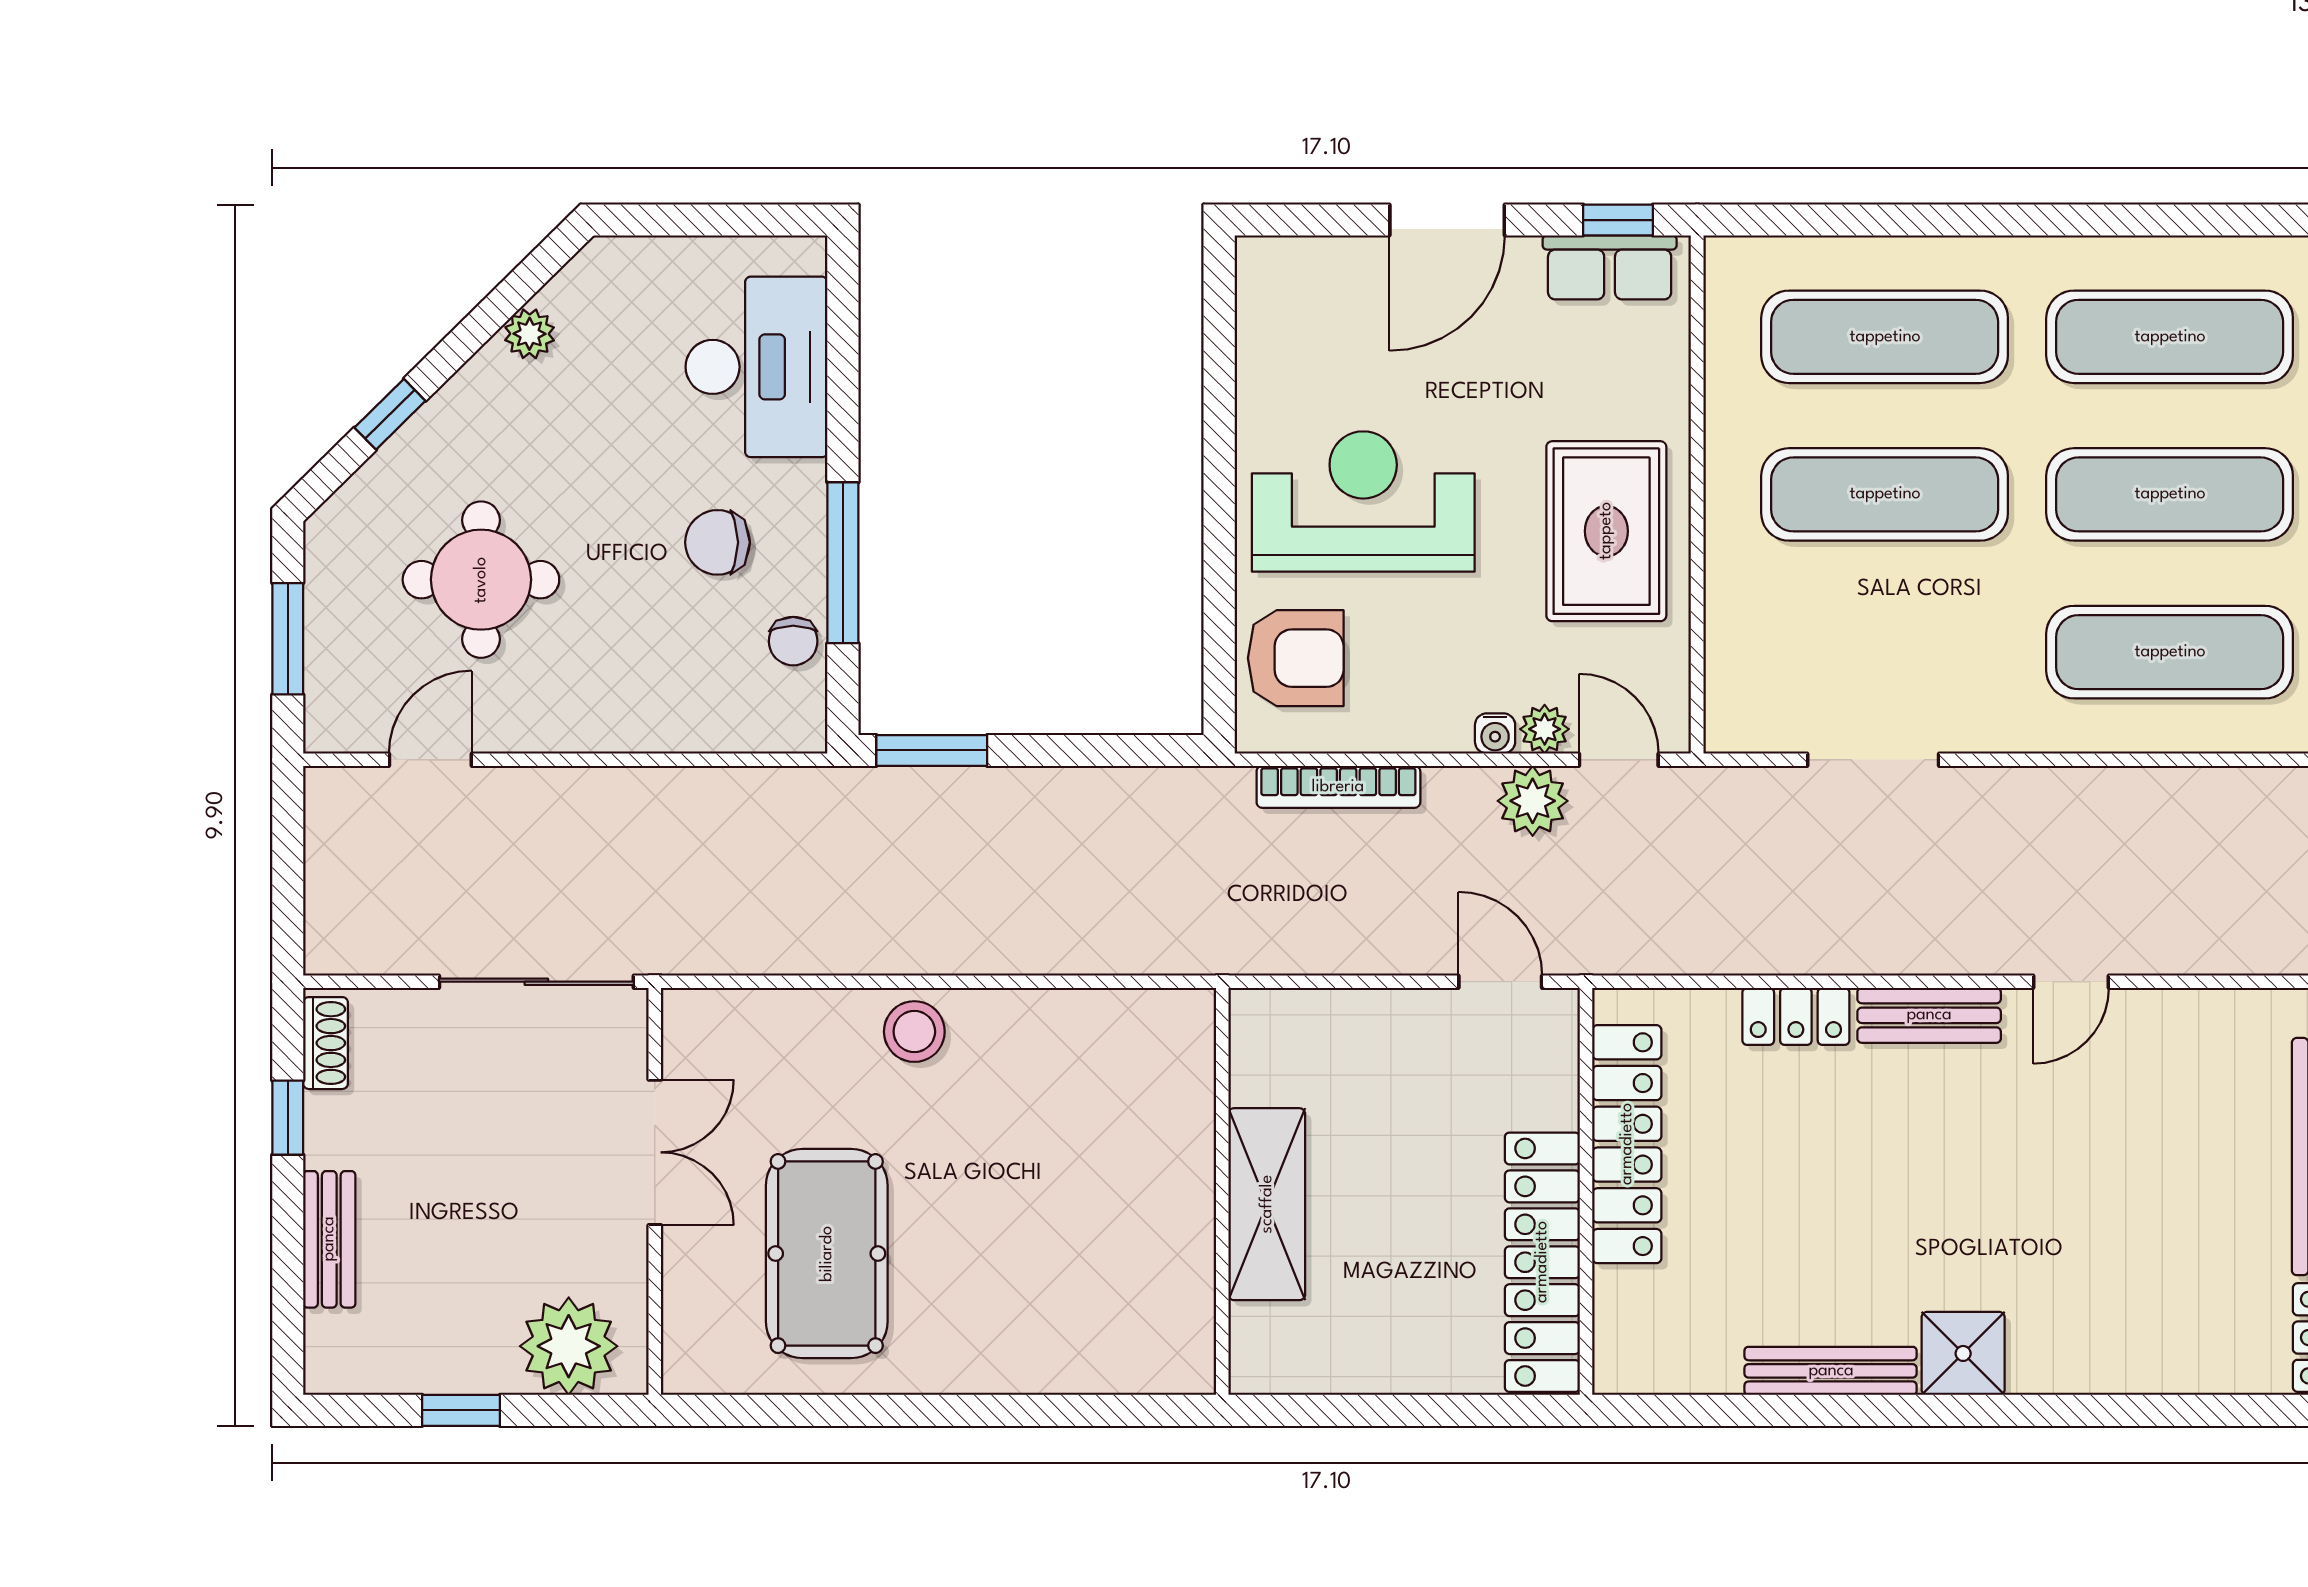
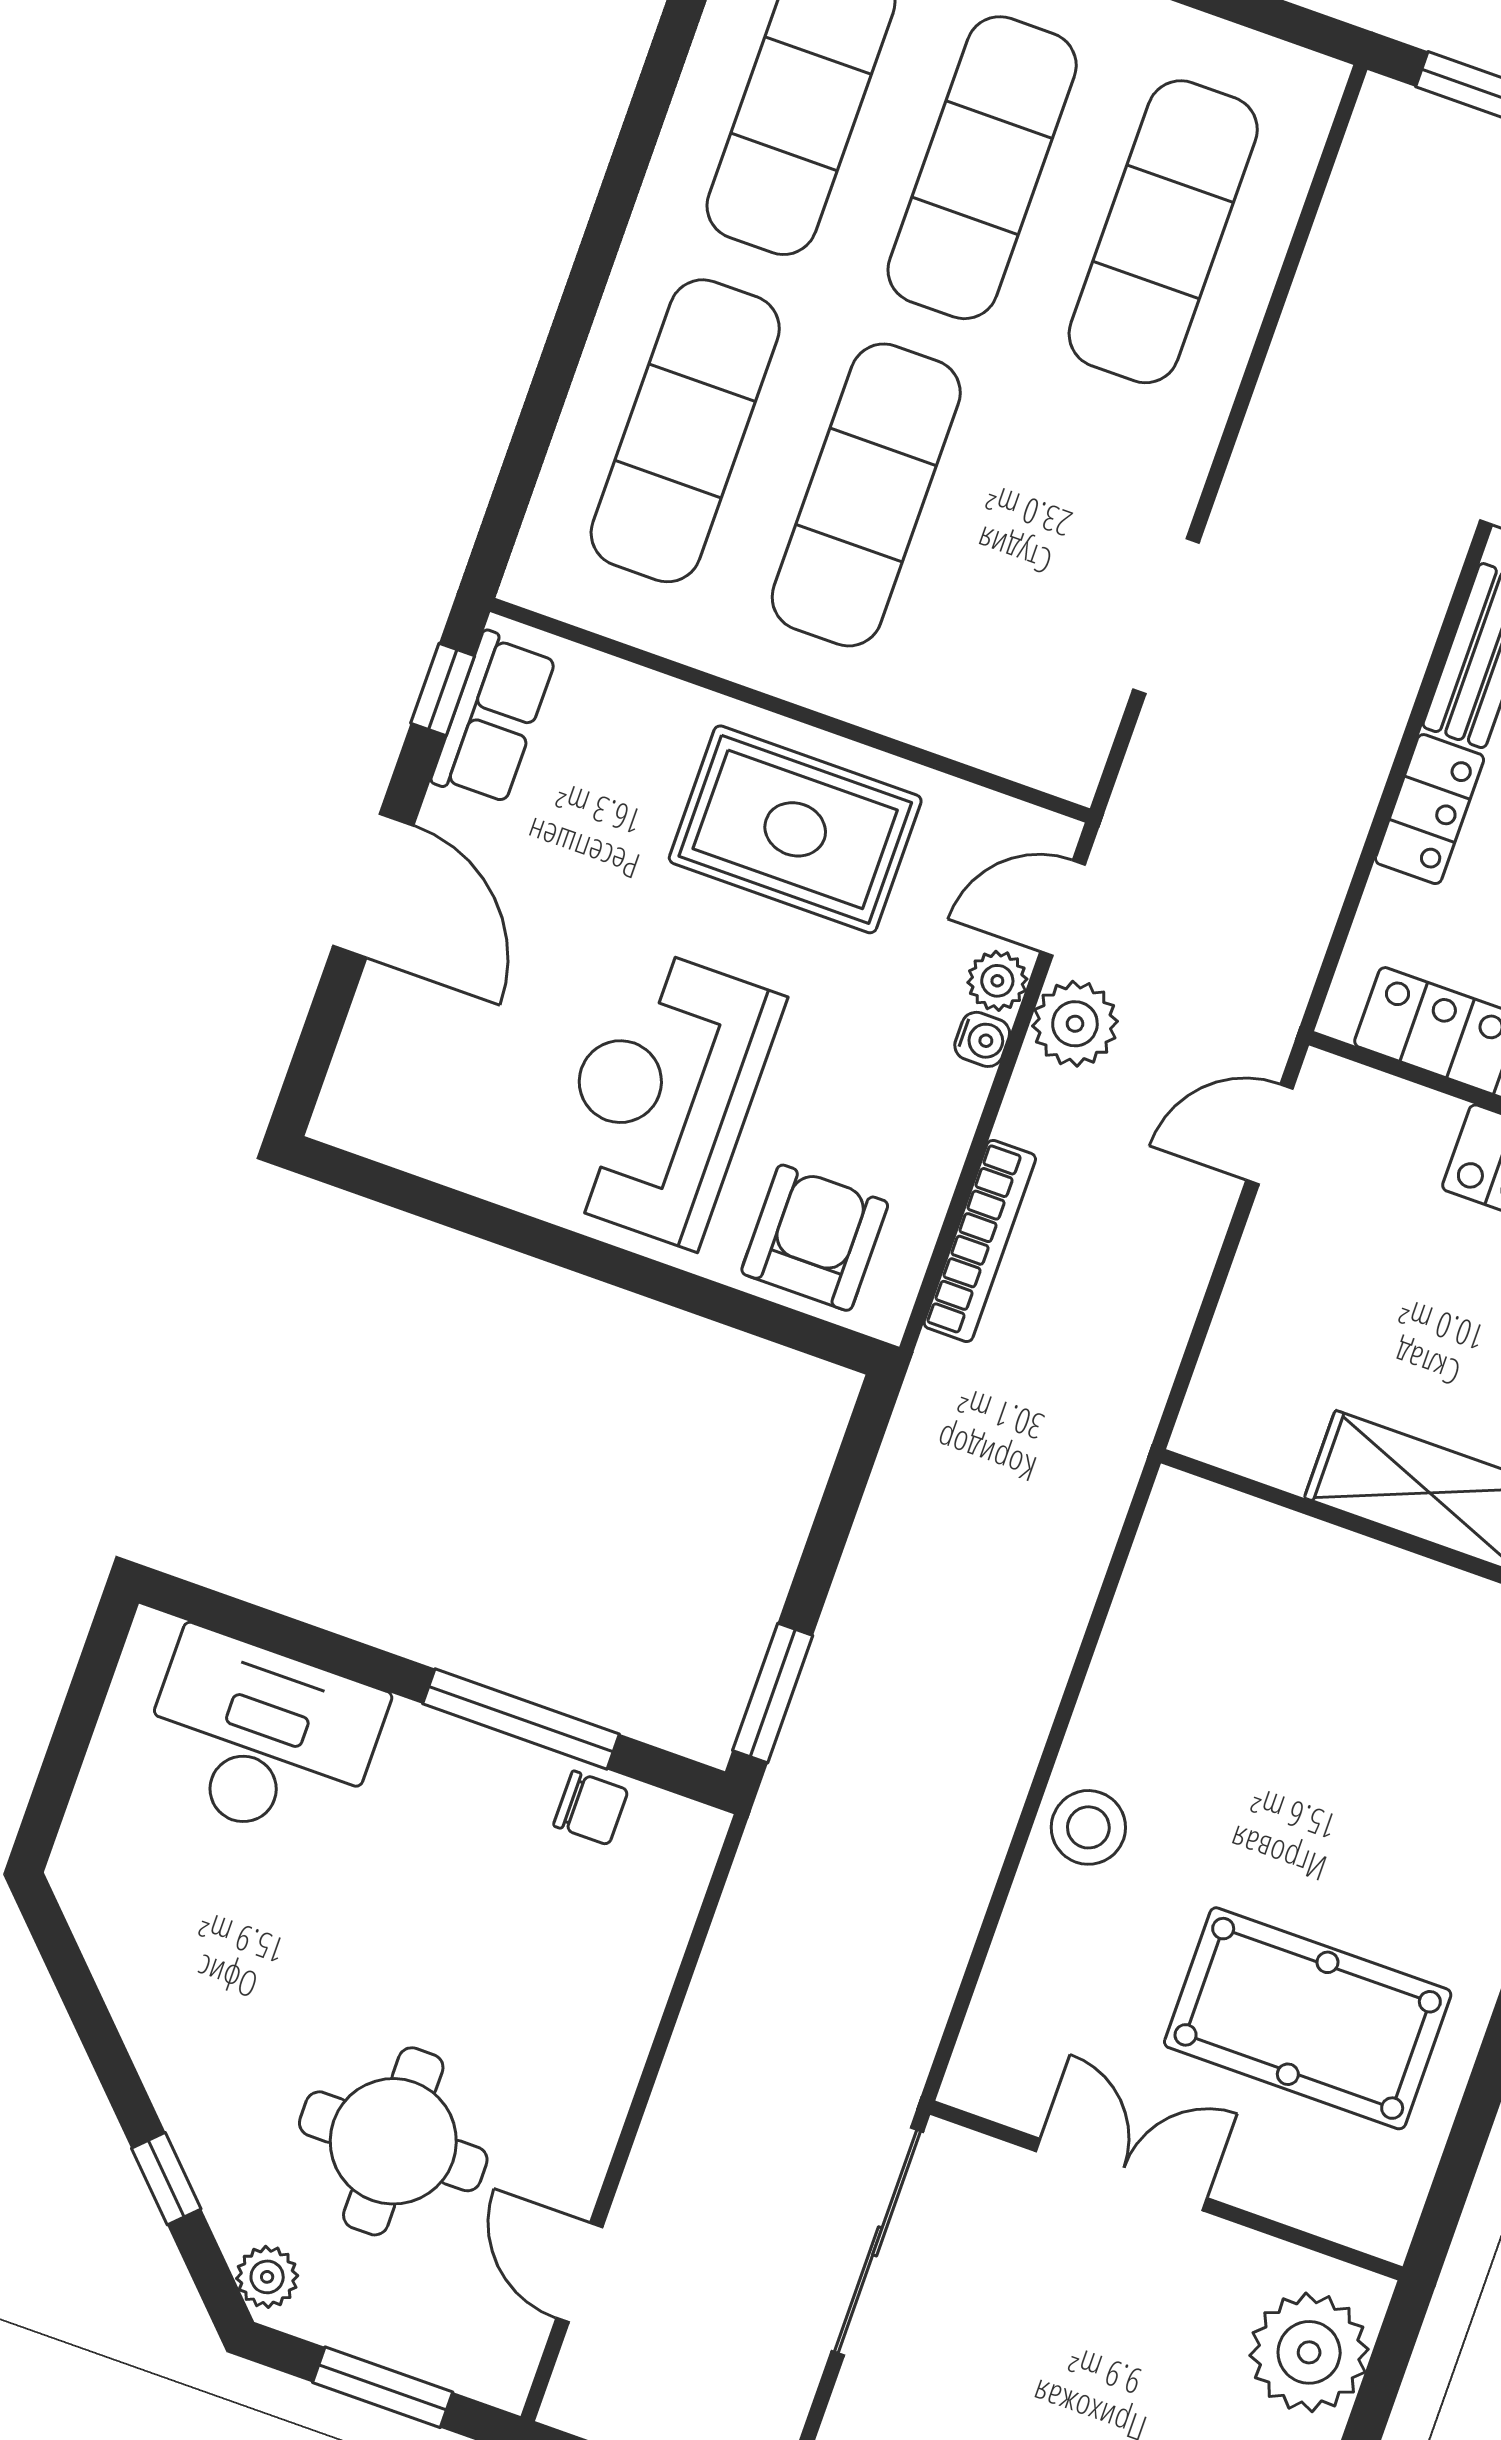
plant: (530, 334) -> (267, 2277), moved
chair: (717, 542) -> (447, 1855), removed

